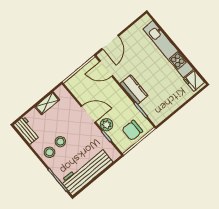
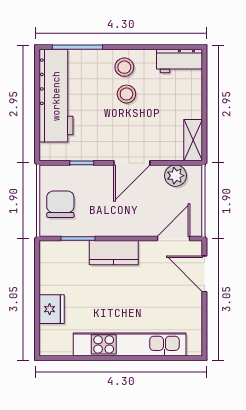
fridge: (194, 81) -> (52, 309), moved, turned 90
shelving: (47, 103) -> (193, 140), moved
plant: (107, 125) -> (175, 176), moved

